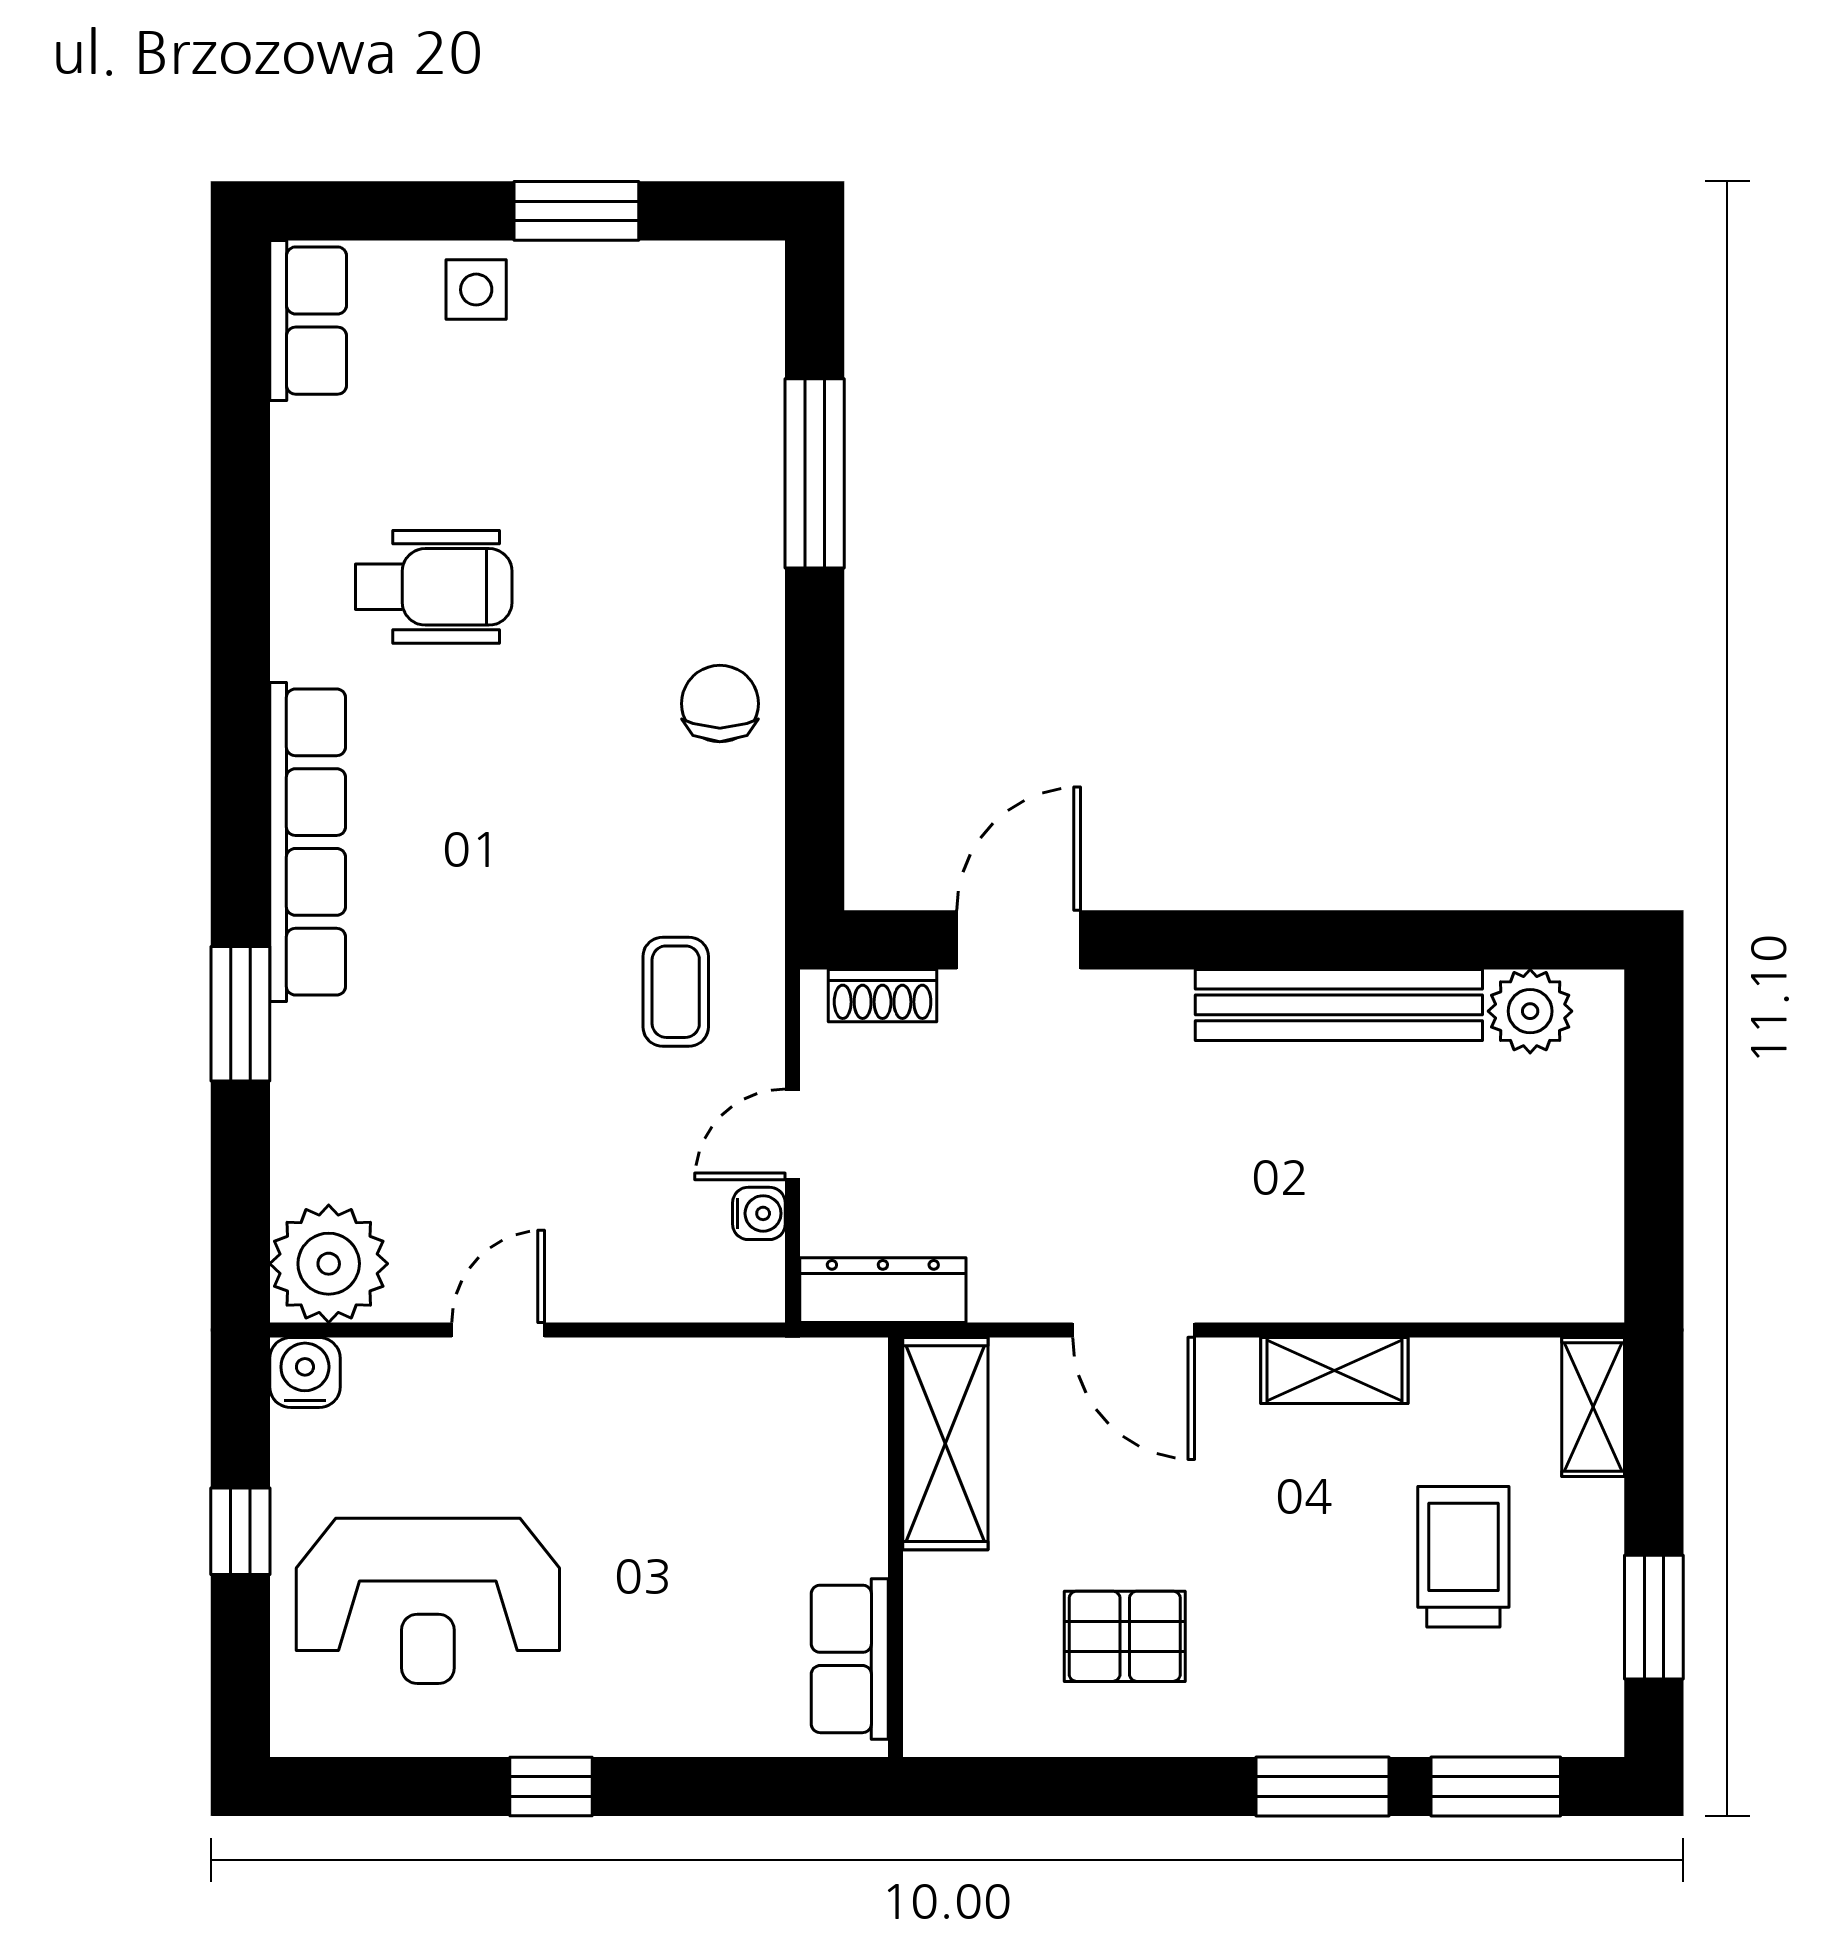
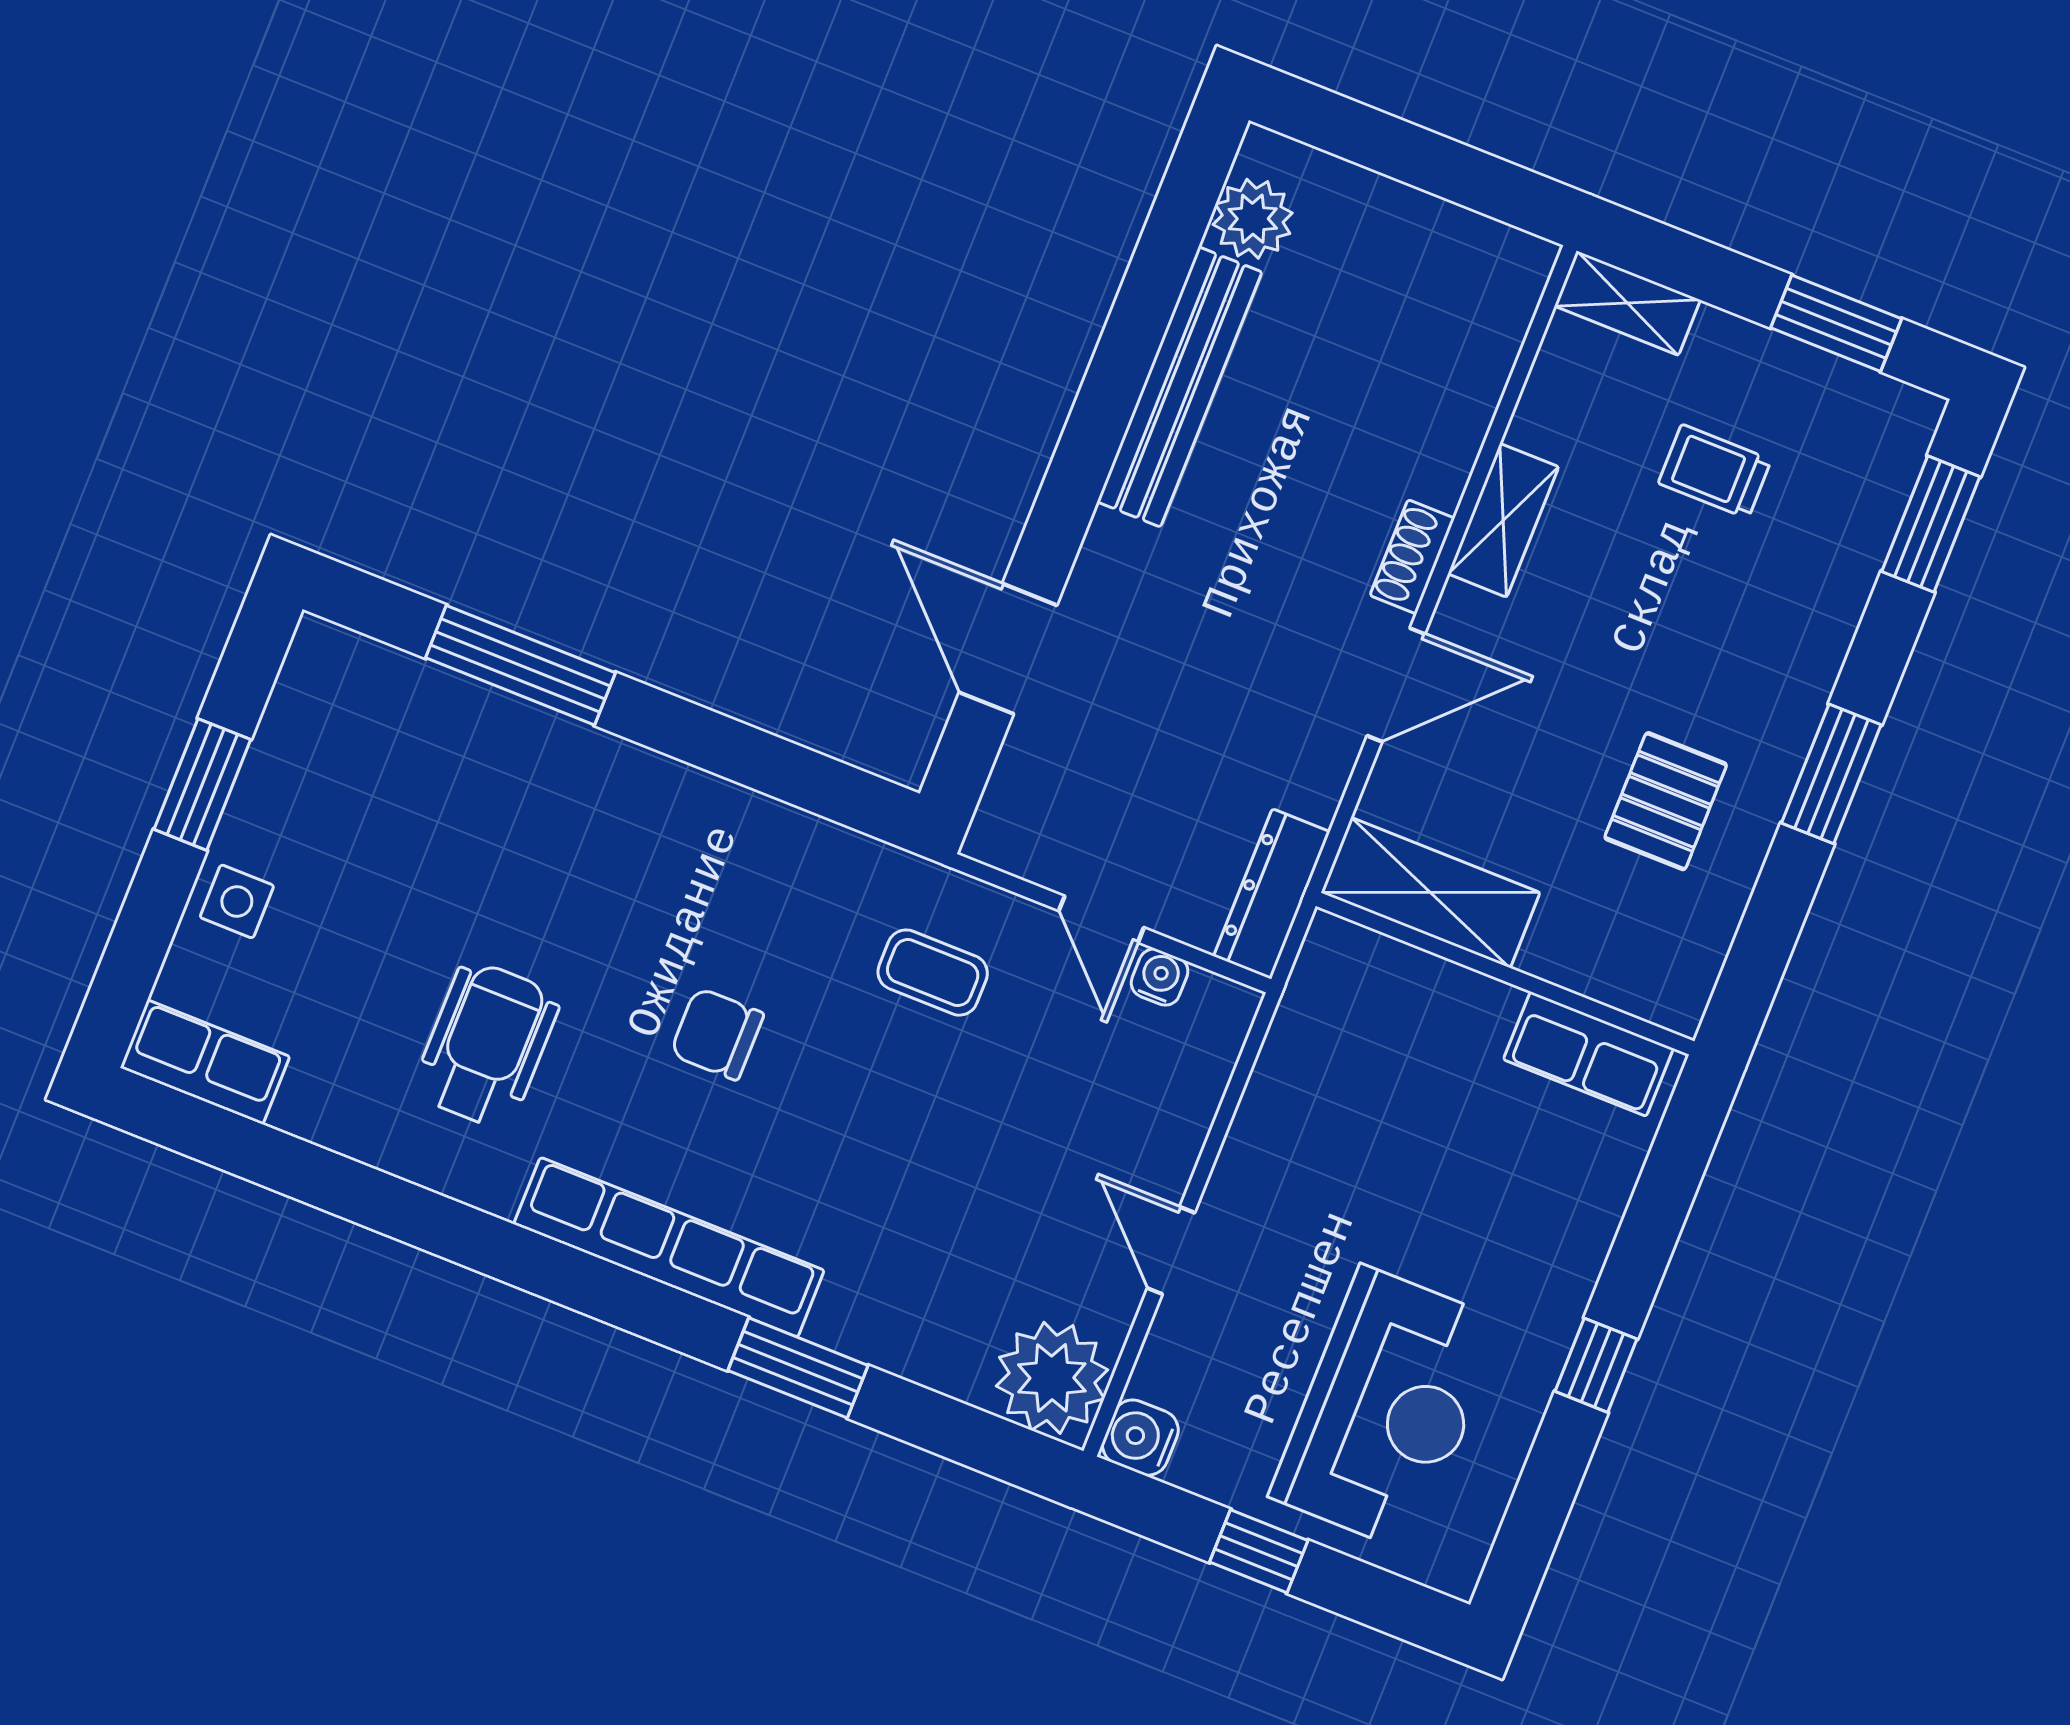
chair: (720, 704) -> (717, 1034), moved
shoe rack: (883, 996) -> (1412, 557), moved, turned 180
trolley: (1463, 1557) -> (1715, 471), width x0.73, depth x0.72
window: (1322, 1786) -> (1831, 774), moved

